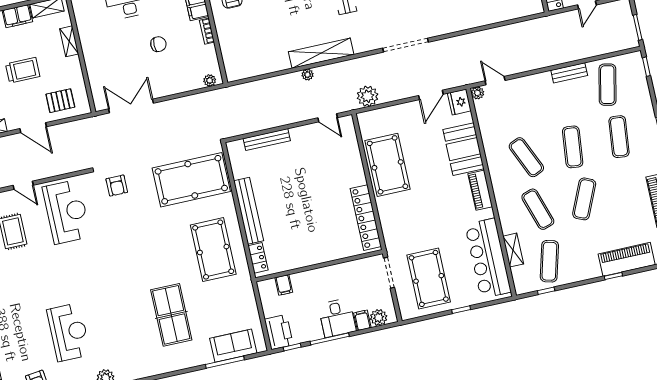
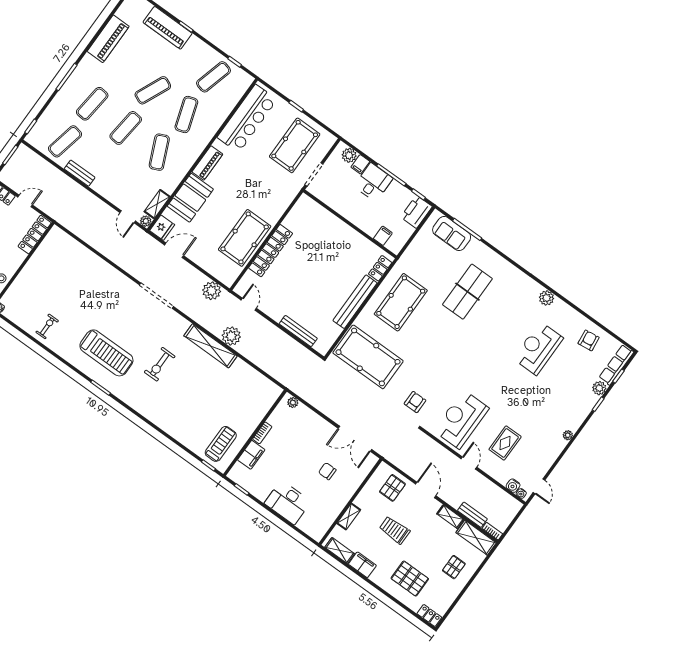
chair: (158, 44) -> (327, 471), moved
plant: (308, 75) -> (231, 336), width x1.88, depth x1.88
pallet: (60, 101) -> (392, 488), turned 90
locker: (366, 218) -> (271, 251), moved
shelving: (513, 250) -> (157, 204), moved

